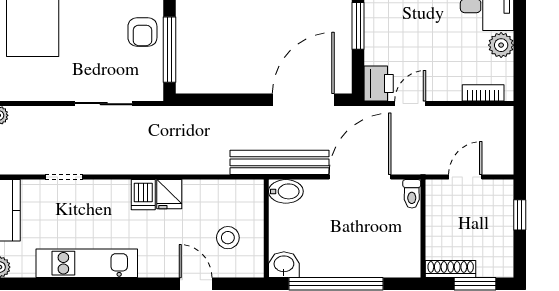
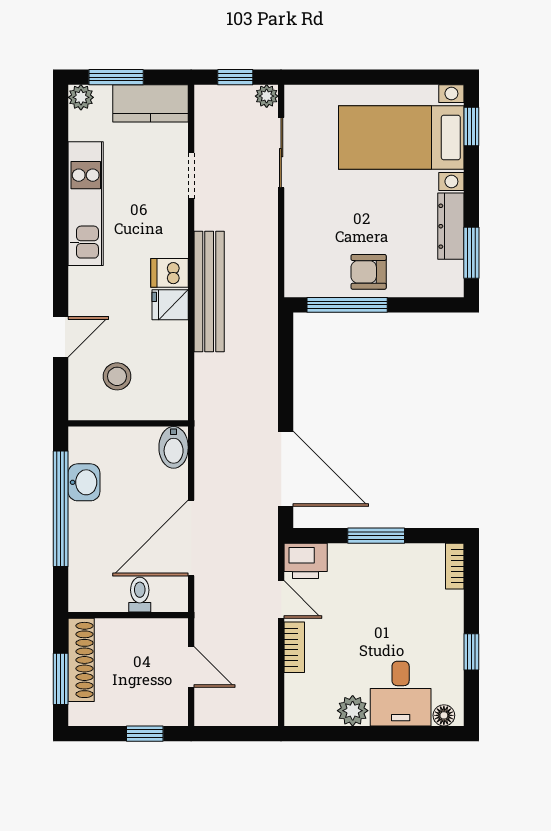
bookcase: (483, 93) -> (294, 647), moved
sliding door: (104, 104) -> (281, 153), moved
bench: (280, 162) -> (209, 292), moved
door: (360, 177) -> (191, 538), swing flipped
toilet: (412, 194) -> (140, 595), moved, turned 90
washbasin: (284, 265) -> (84, 482), moved
shoe rack: (451, 269) -> (81, 660), width x1.36, depth x1.24

